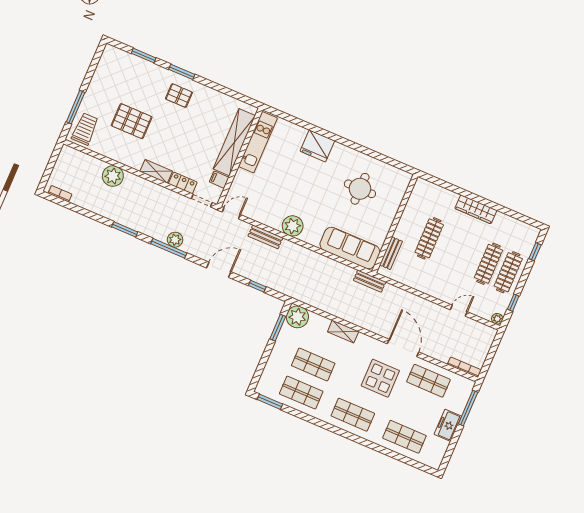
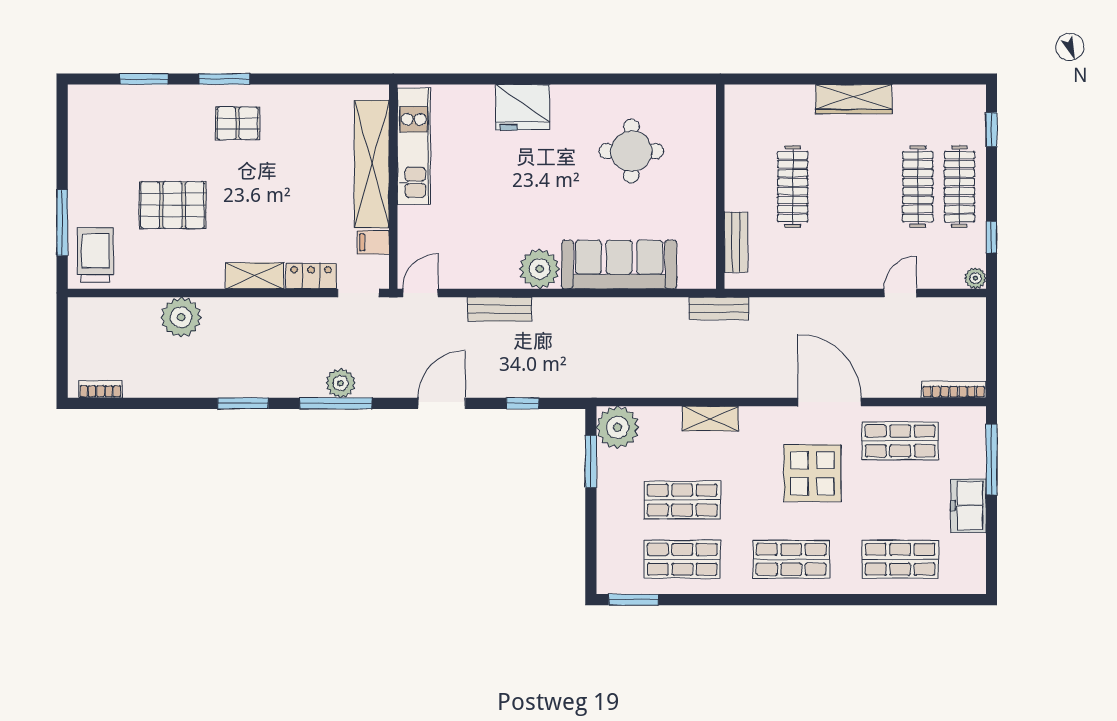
sofa: (350, 248) -> (619, 264), moved

